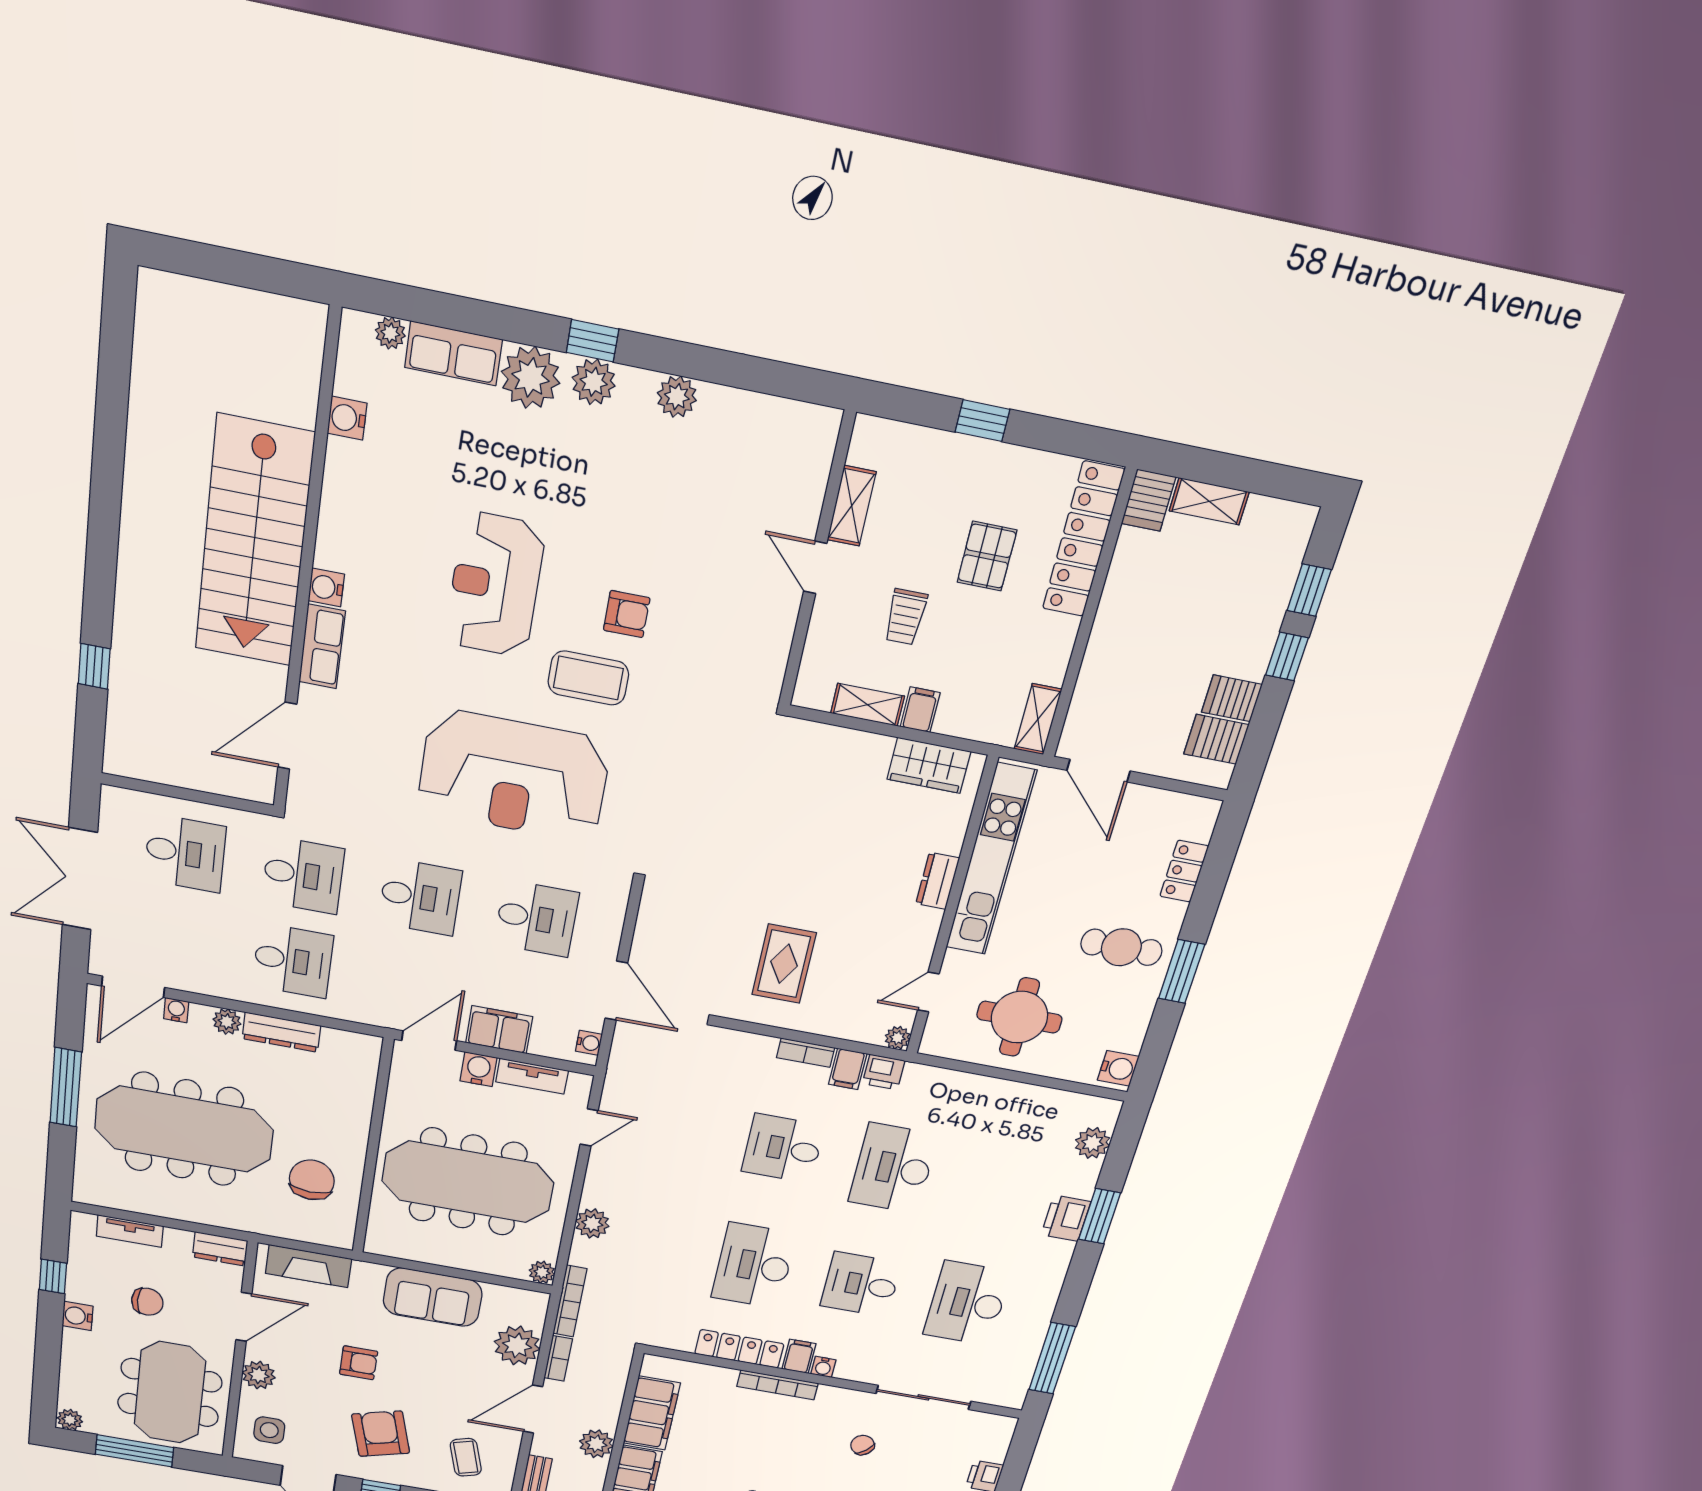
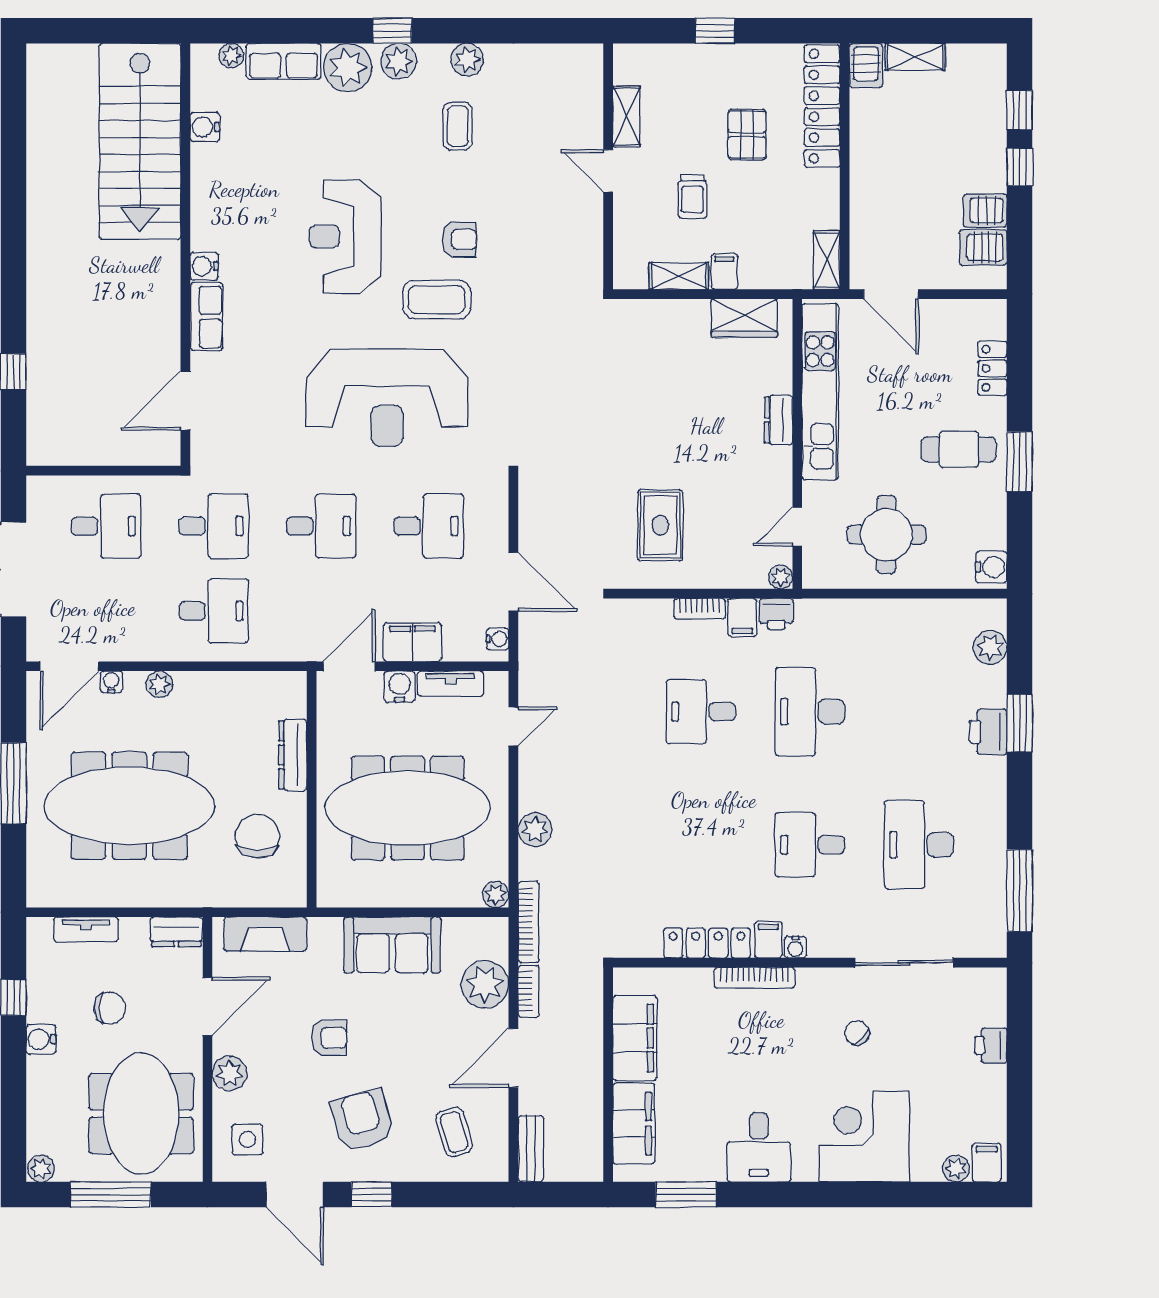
coffee table: (650, 478) -> (458, 126), added
stairs: (254, 542) -> (140, 141), moved
dresser: (281, 1032) -> (293, 755), moved, turned 90
desk: (754, 1266) -> (701, 845), removed
plant: (596, 1444) -> (585, 1087), removed

